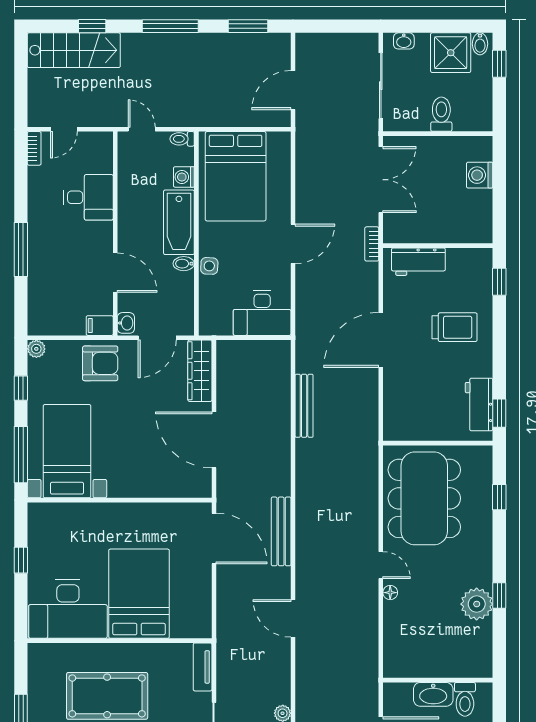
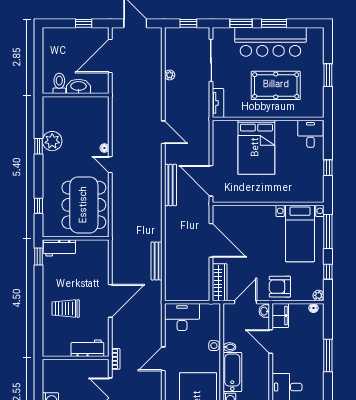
window: (499, 282) -> (38, 336), removed
filing cabinet: (100, 326) -> (280, 316), width x2.00
floor lamp: (45, 328) -> (314, 308), added
workbench: (479, 404) -> (59, 248), moved, turned 90
desk: (68, 609) -> (310, 134), width x0.53, depth x0.77

